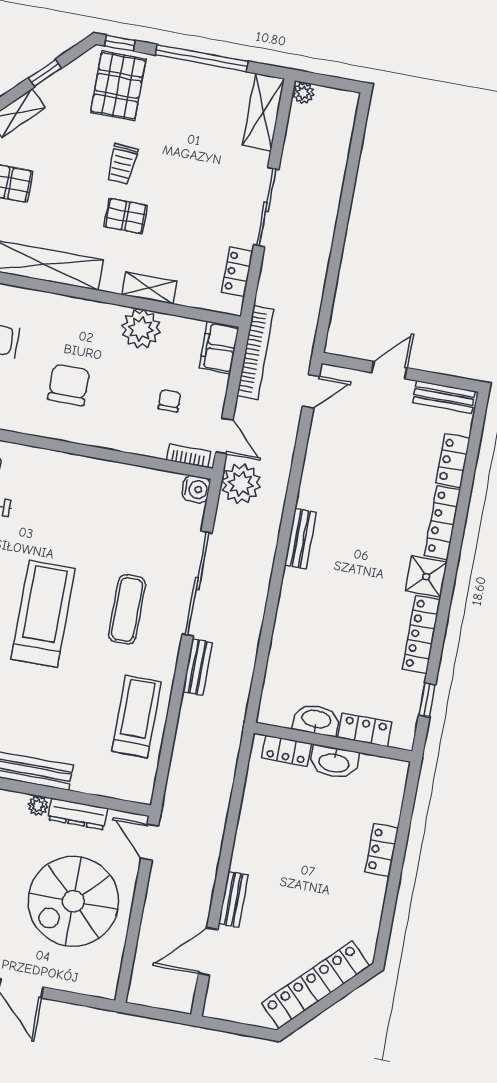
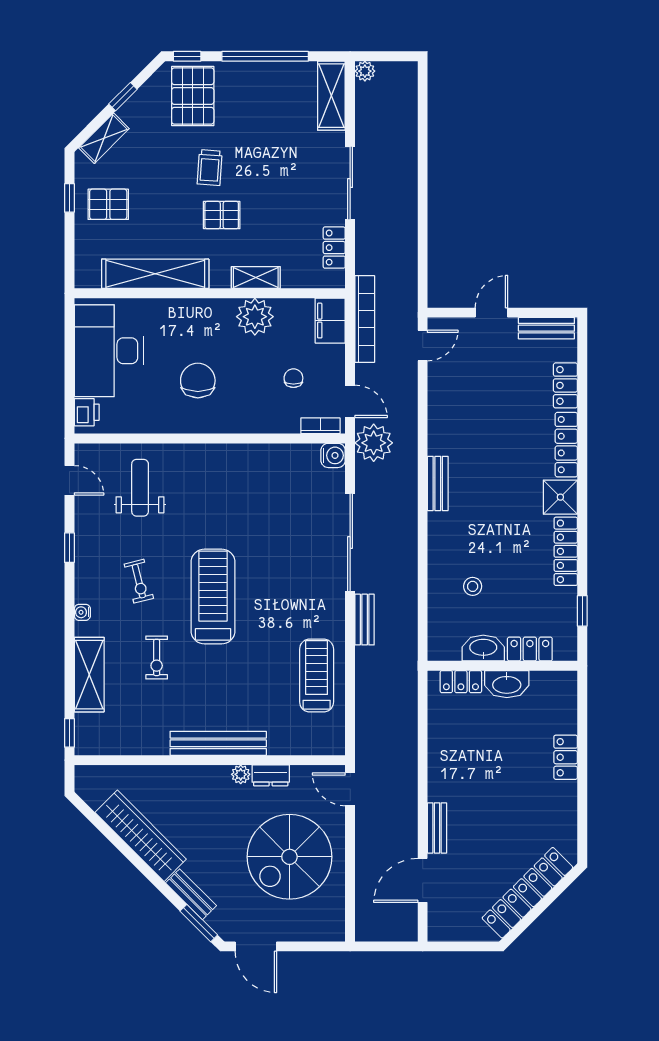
exercise mat: (127, 609) -> (290, 578), removed
stool: (317, 653) -> (473, 586), added
dresser: (78, 814) -> (271, 775), width x0.70

